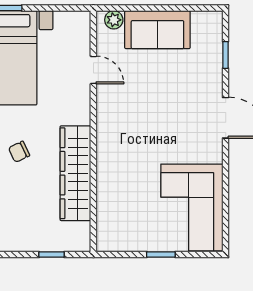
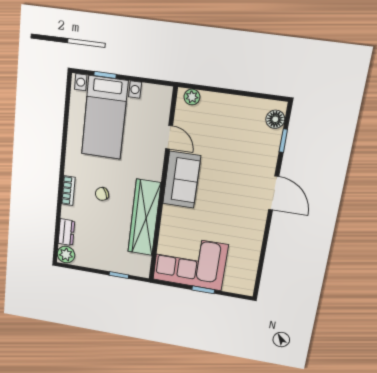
sofa: (157, 30) -> (182, 180), moved, turned -90
floor lamp: (212, 32) -> (275, 119), added
corner sofa: (192, 208) -> (190, 262), moved, turned 90

